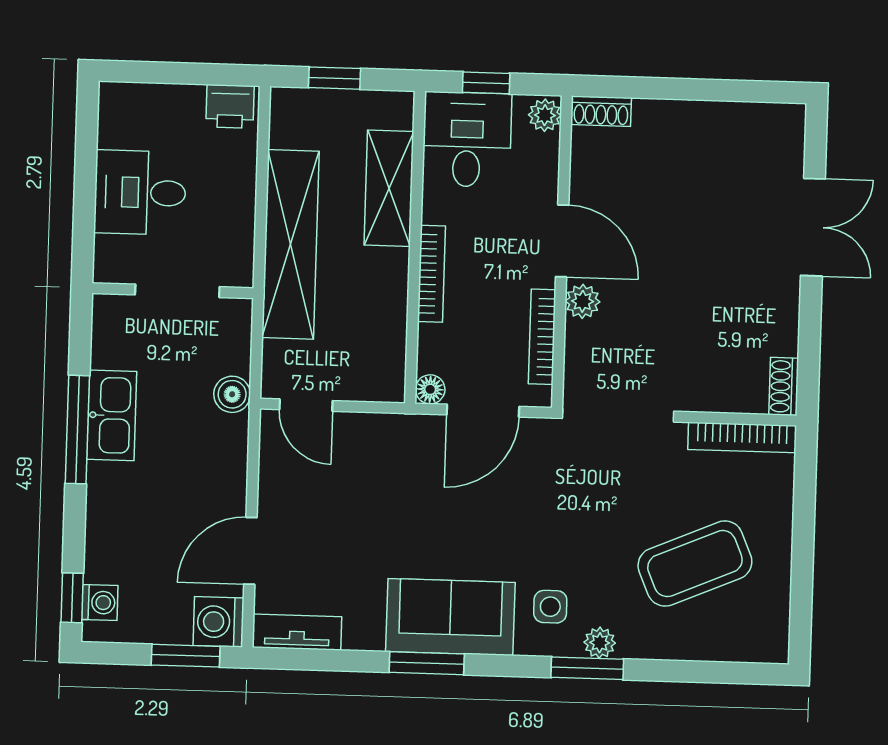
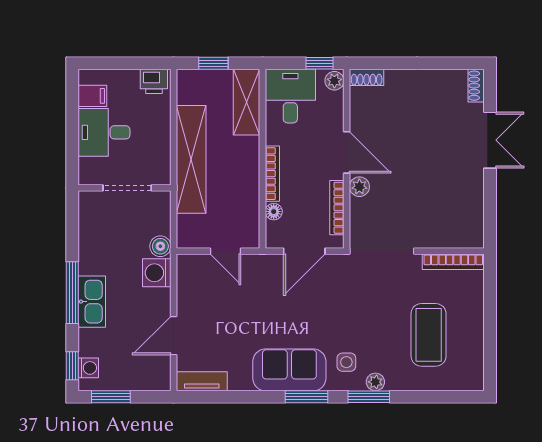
window: (486, 83) -> (319, 63), moved
filing cabinet: (122, 128) -> (92, 96), added
shelving: (389, 188) -> (246, 102), moved
shoe rack: (784, 386) -> (476, 86), moved
floor lamp: (430, 389) -> (274, 212), moved
door: (306, 405) -> (226, 251), moved
kitchen sink: (112, 415) -> (92, 302), moved
window: (77, 430) -> (72, 293), moved
coffee table: (695, 564) -> (429, 335), turned -67
washing machine: (219, 622) -> (157, 273), moved
window: (186, 656) -> (111, 397), moved
window: (427, 663) -> (307, 397), moved

